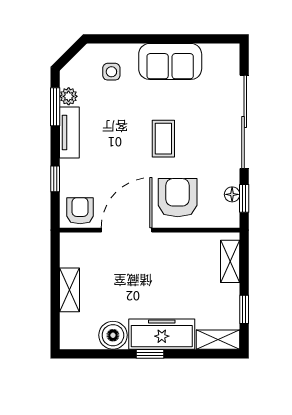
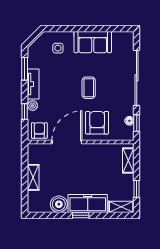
plant: (69, 96) -> (33, 106), moved

